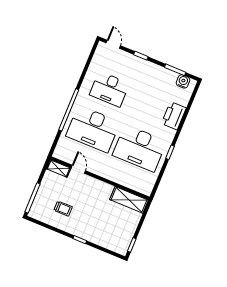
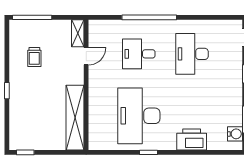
desk: (93, 129) -> (139, 54), width x0.53, depth x0.77
shelving: (129, 200) -> (75, 118), width x1.47

